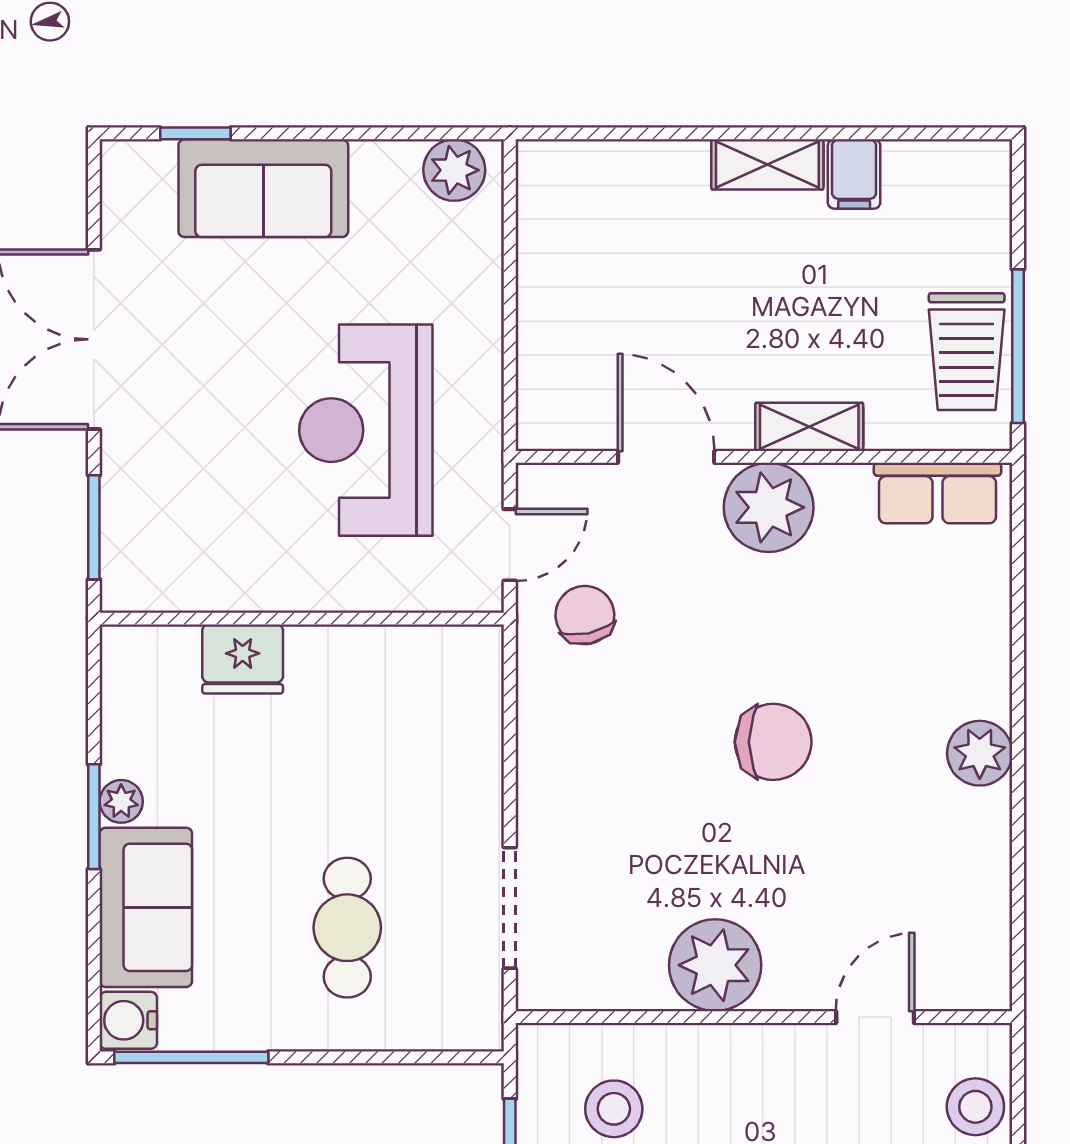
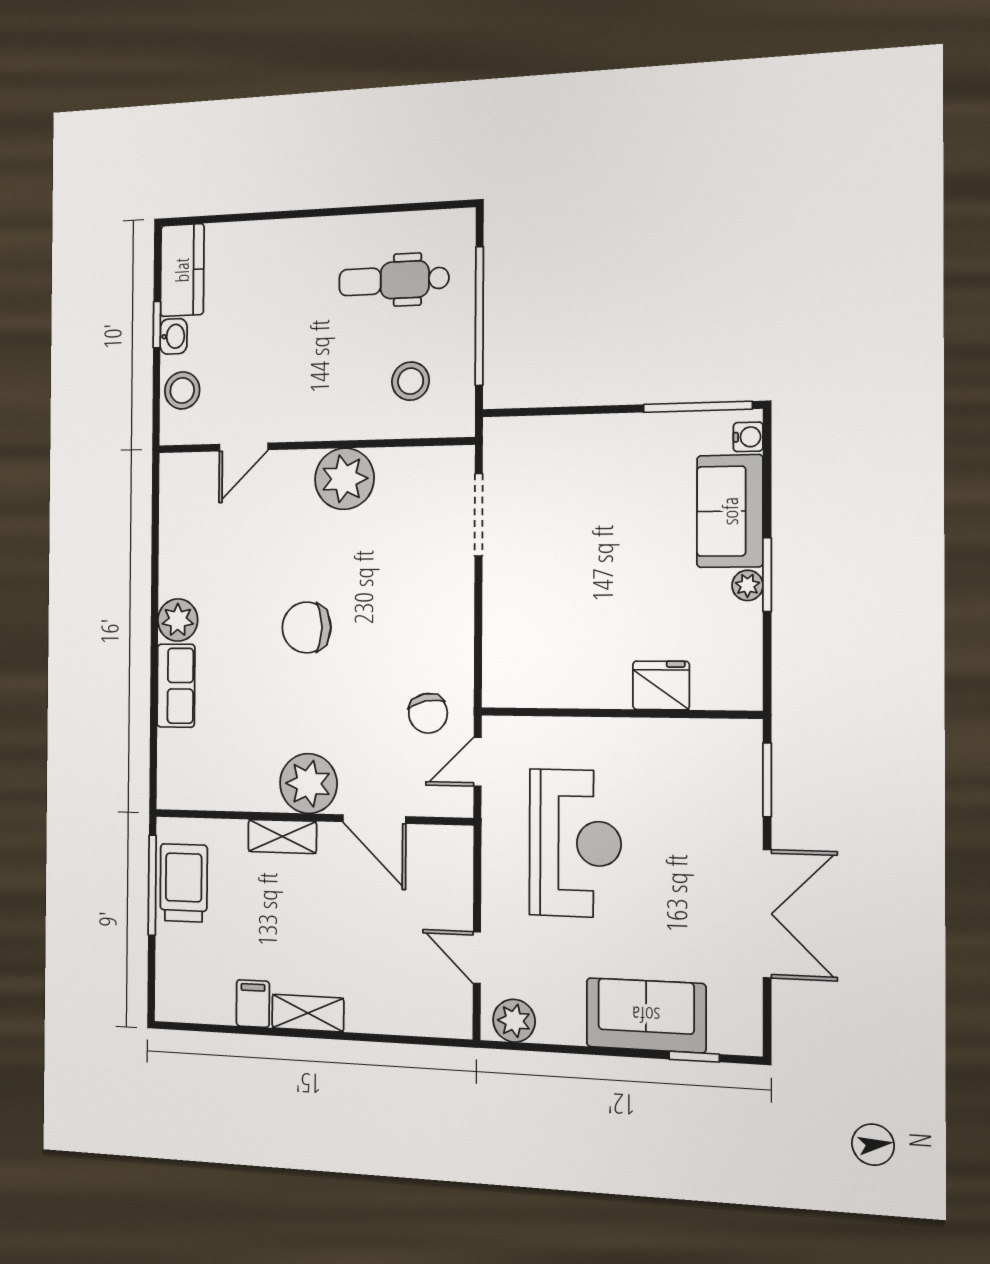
door: (510, 259) -> (477, 958), added
row of seats: (937, 493) -> (176, 686), moved, turned 90
cafe table: (347, 928) -> (589, 499), removed
water cooler: (128, 1020) -> (748, 437), width x0.72, depth x0.72

